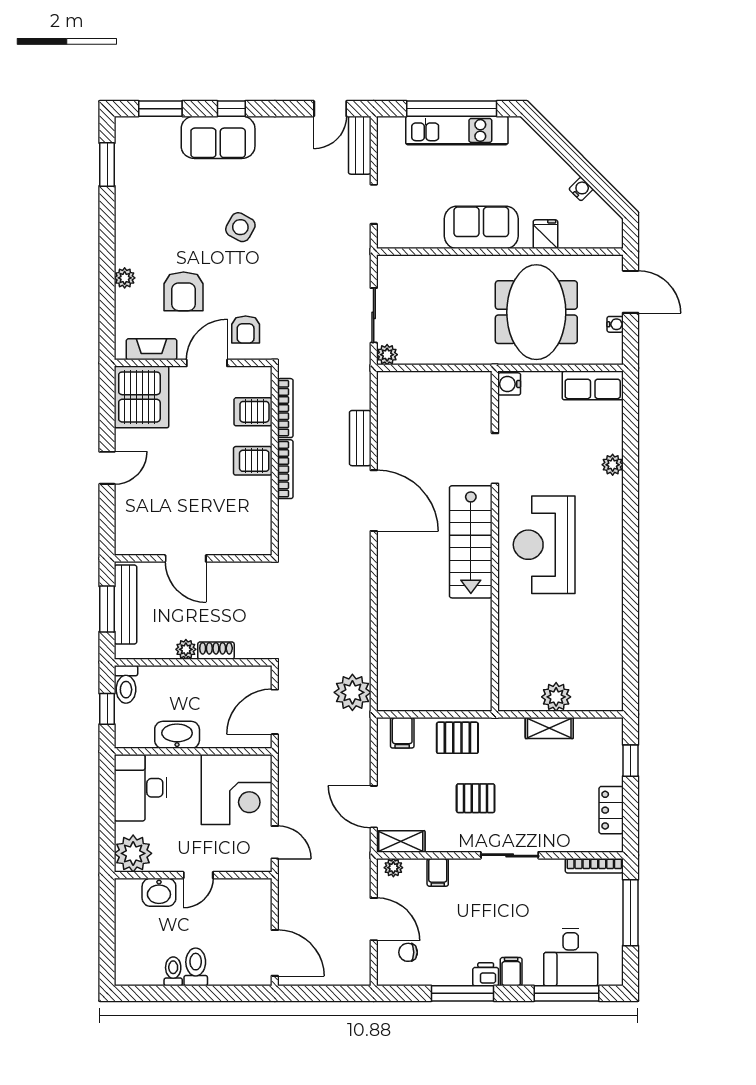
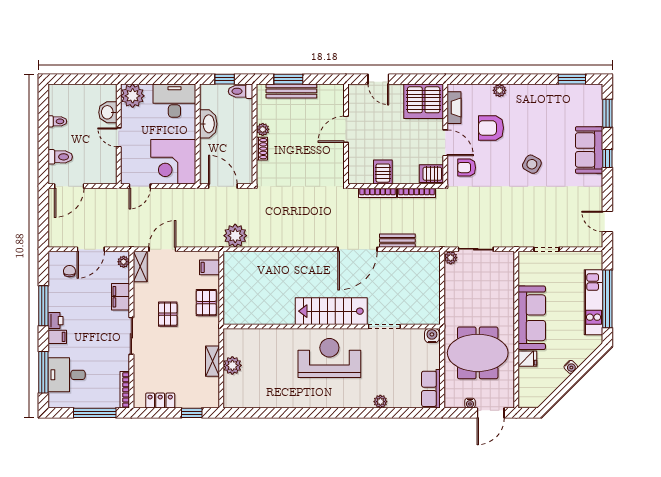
bench: (360, 145) -> (584, 240), removed
water cooler: (581, 189) -> (571, 367), moved
sofa: (481, 227) -> (532, 318), width x1.36
server rack: (253, 412) -> (431, 174), moved, turned -90
door: (186, 558) -> (346, 129), moved
wall: (193, 558) -> (346, 134), moved
filing cabinet: (438, 872) -> (121, 297), width x2.00
toilet: (196, 967) -> (60, 157), moved

